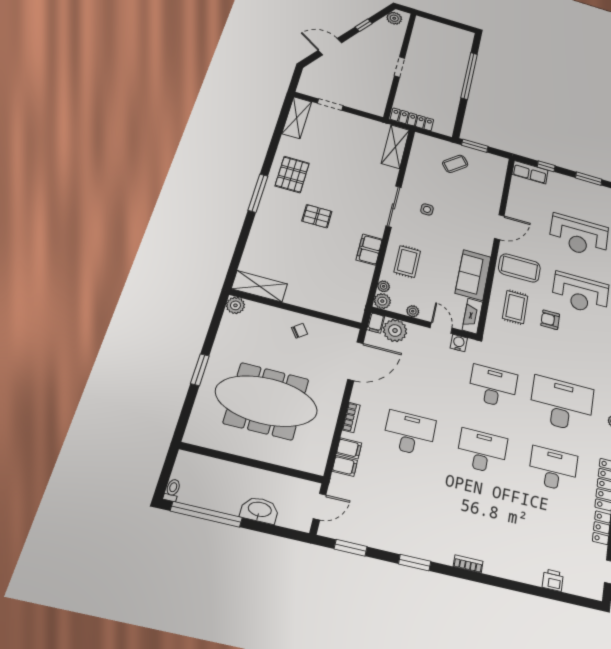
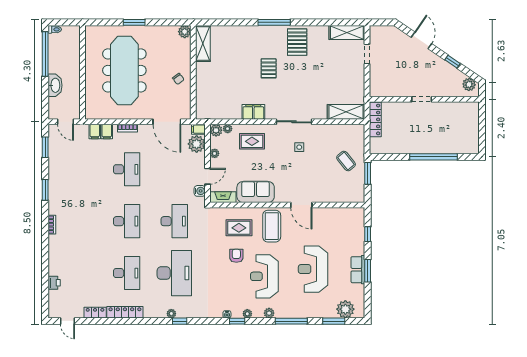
row of seats: (530, 172) -> (358, 270), moved
pallet: (292, 174) -> (297, 42), turned 90

